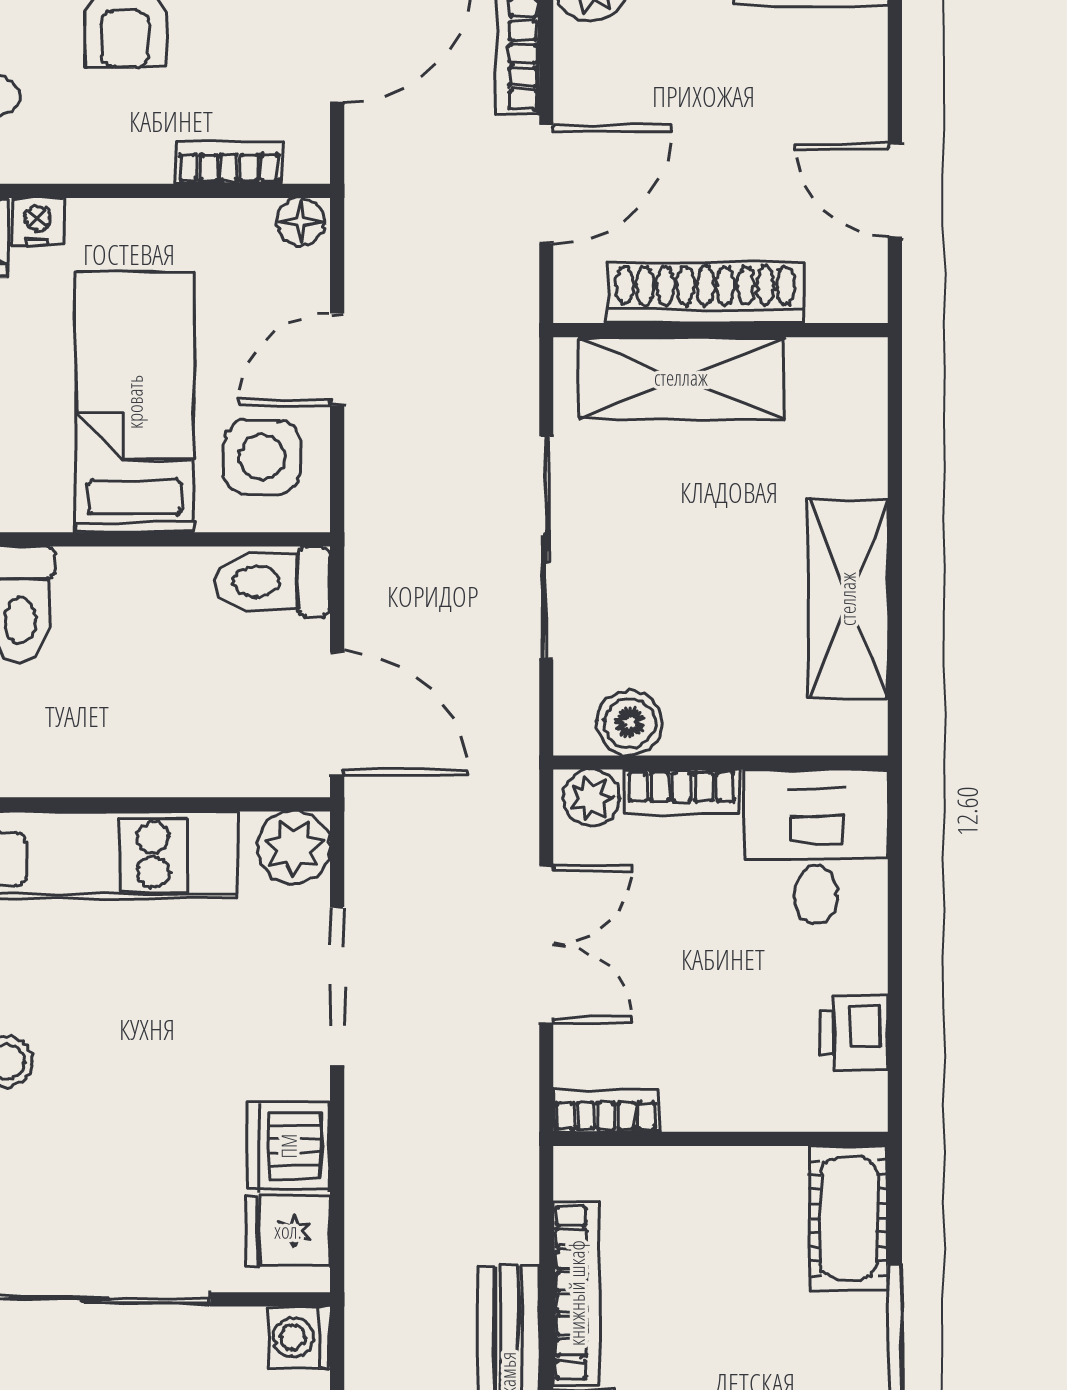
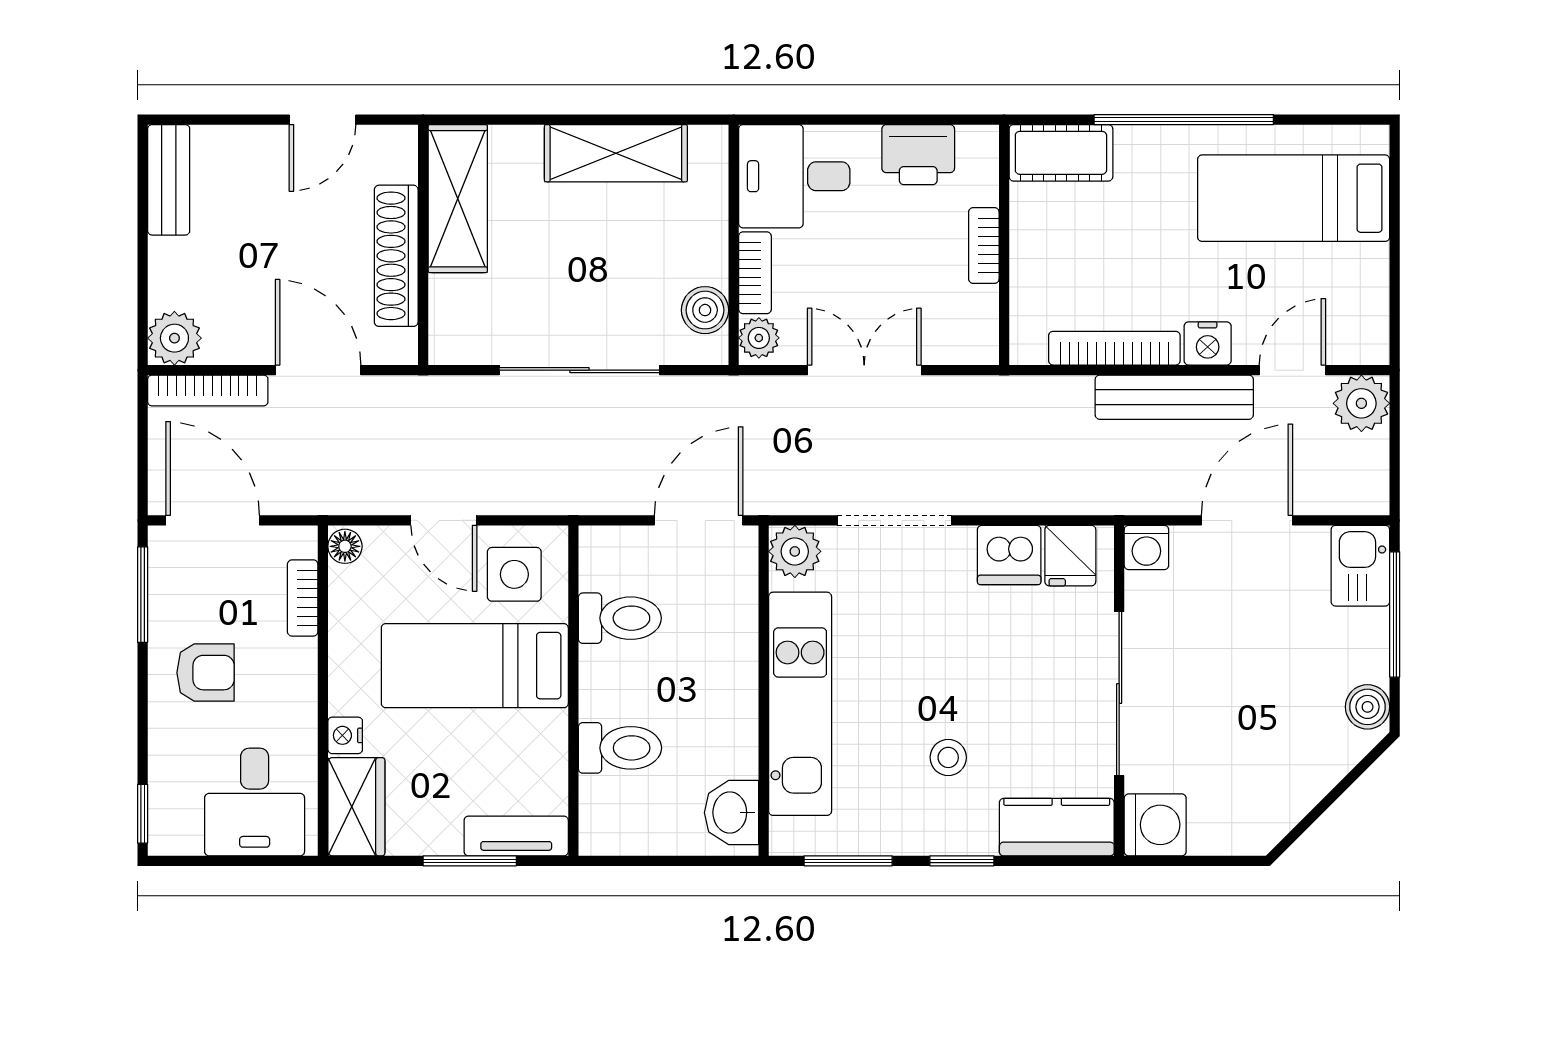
shelving: (681, 378) -> (458, 199), moved
toilet: (272, 581) -> (620, 618), moved, turned -90
printer: (854, 1033) -> (918, 155), width x1.36, depth x1.24
bookcase: (606, 1111) -> (984, 246), moved

